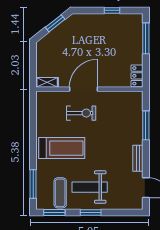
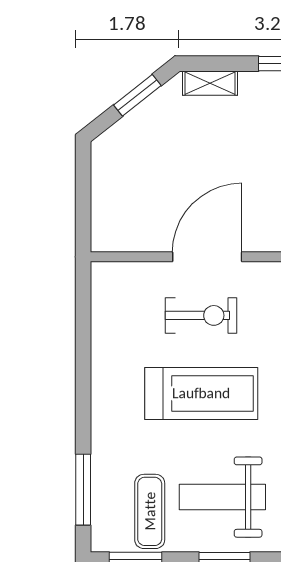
shelving: (47, 82) -> (210, 83), moved
treadmill: (62, 148) -> (201, 393), moved

